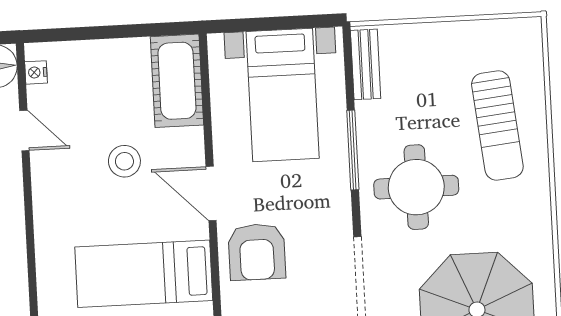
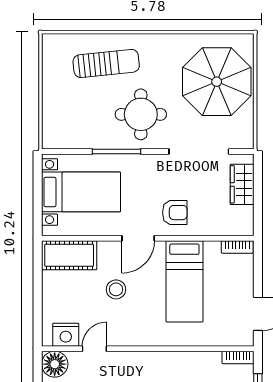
bench: (366, 64) -> (65, 141), removed
nightstand: (36, 72) -> (66, 335), width x1.89, depth x1.79
armchair: (257, 252) -> (175, 213), width x0.72, depth x0.72

